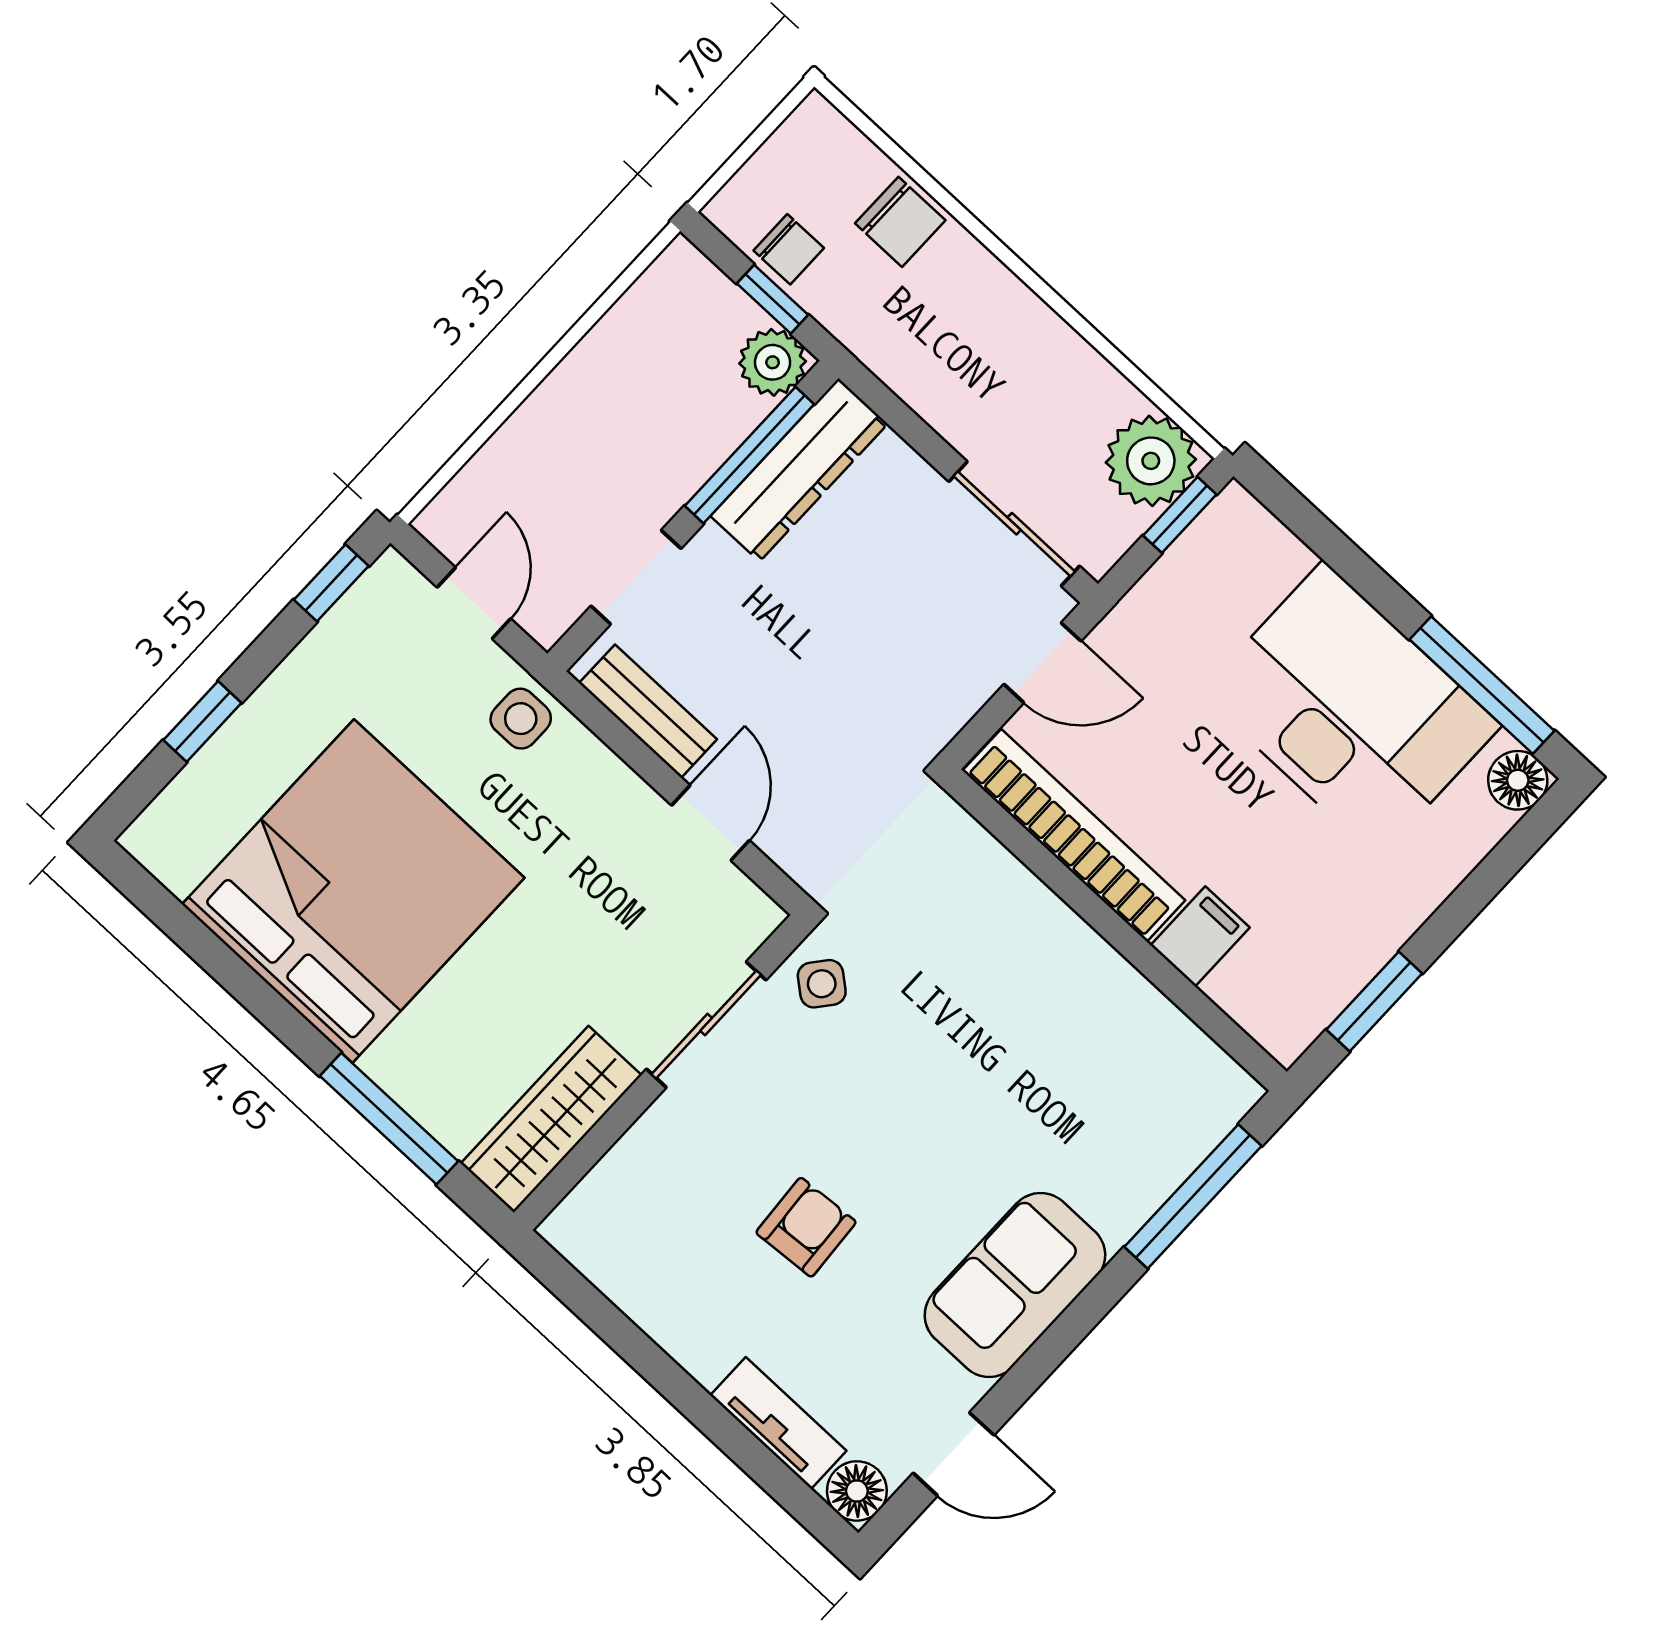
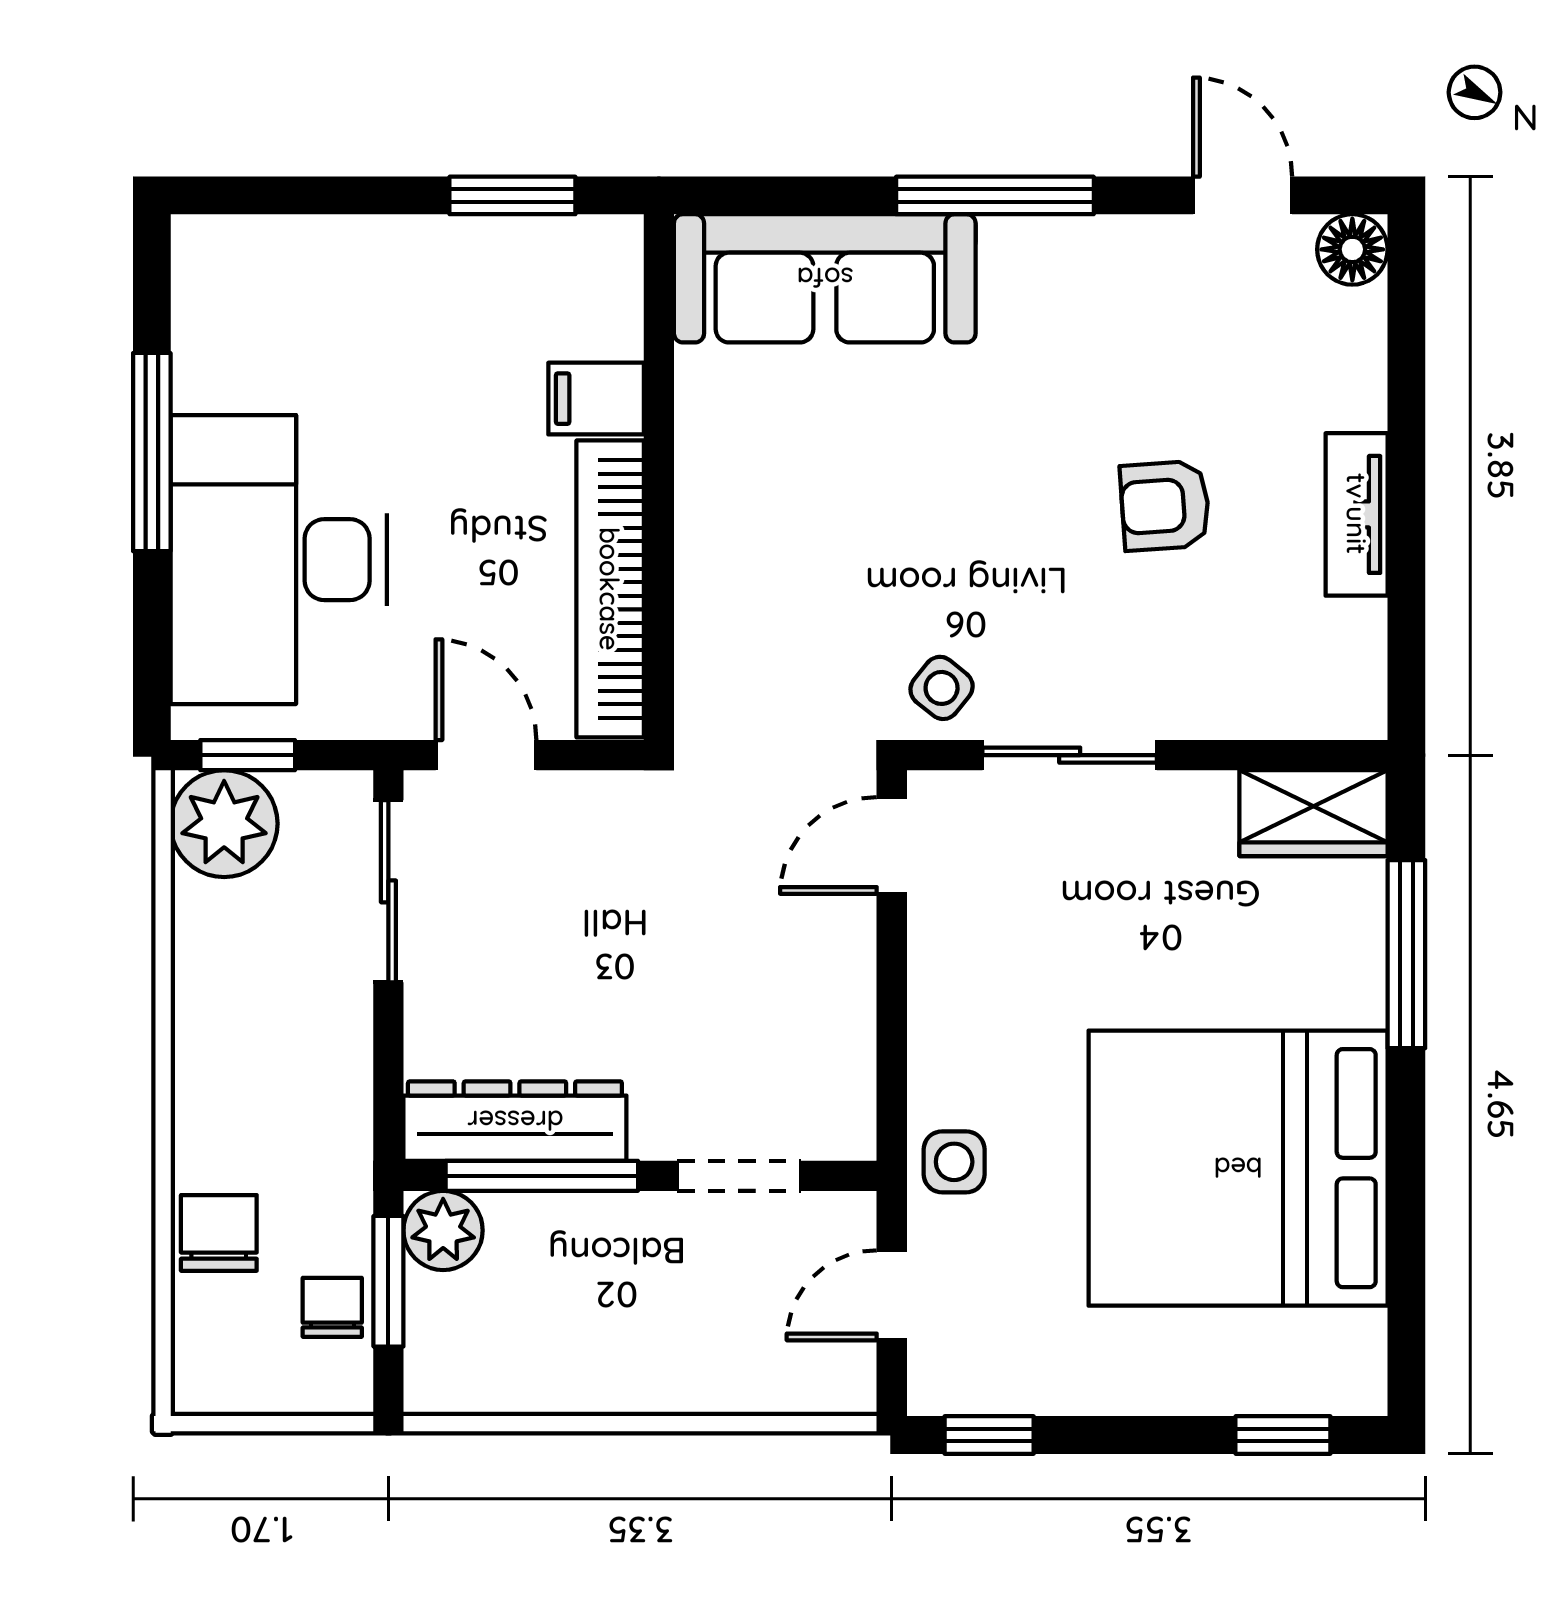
window: (773, 299) -> (388, 1281), width x1.50
window: (1482, 685) -> (152, 452), moved
desk: (1350, 710) -> (279, 560), moved
bench: (648, 711) -> (845, 1058), removed
window: (202, 722) -> (1283, 1435), moved
floor lamp: (1518, 780) -> (205, 249), removed
door: (710, 823) -> (892, 846), moved
wardrobe: (551, 1119) -> (1314, 813), width x0.67
window: (1193, 1196) -> (995, 195), moved
sofa: (1015, 1285) -> (825, 278), moved, width x1.36
tv unit: (778, 1423) -> (1357, 514), moved

